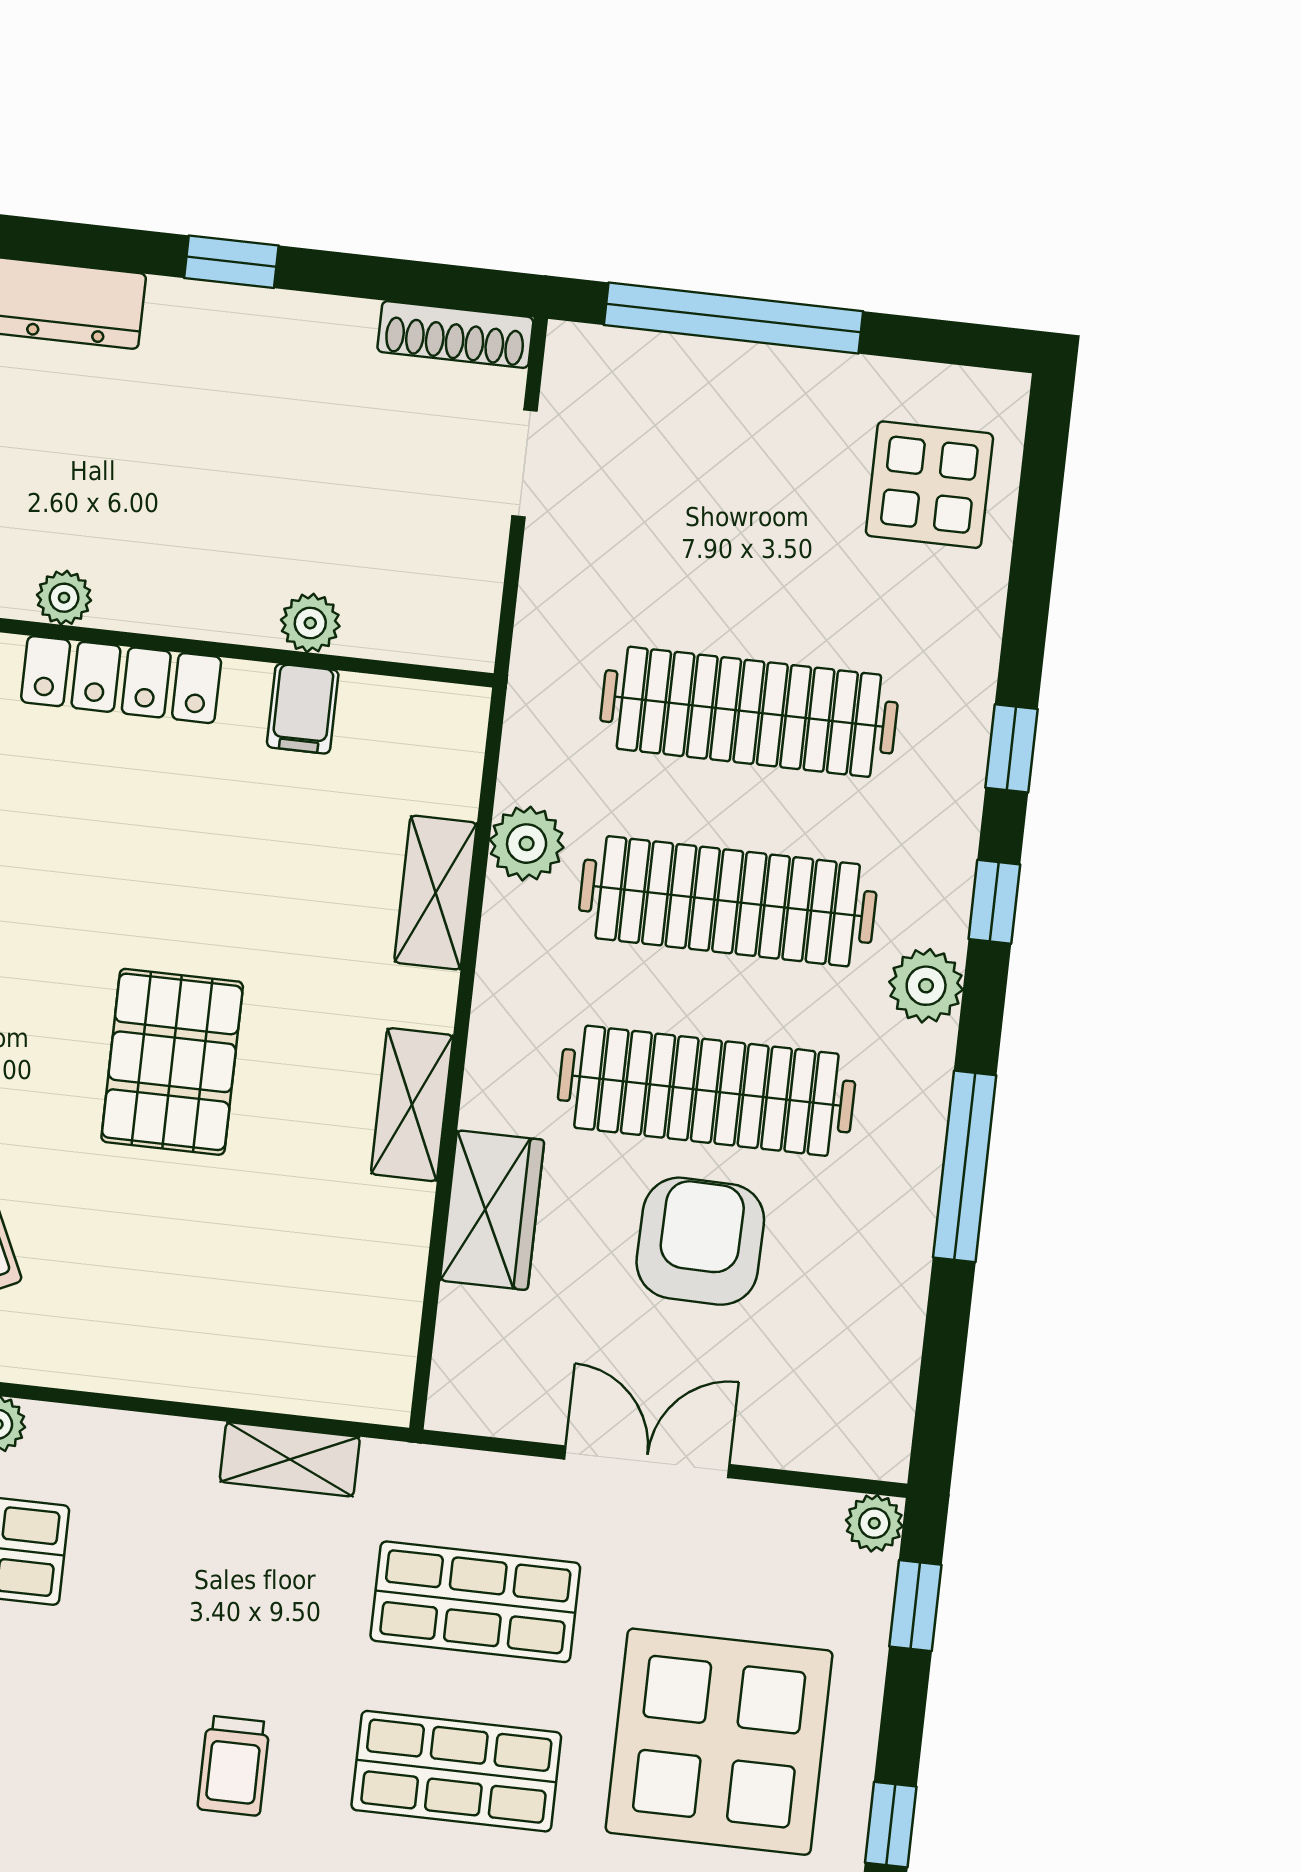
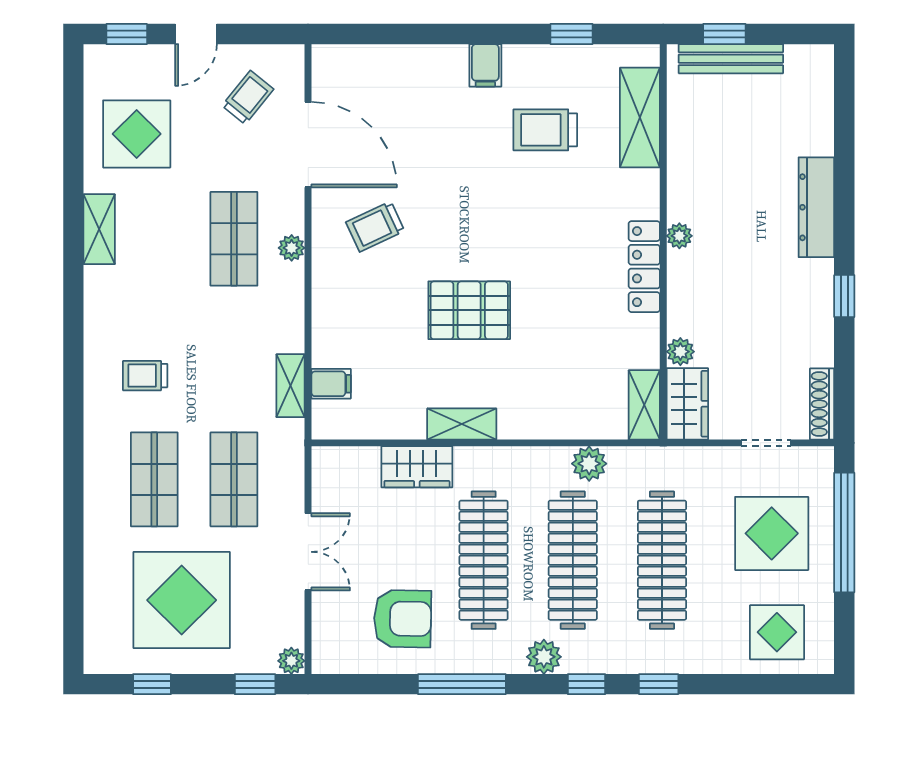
display table: (718, 472) -> (772, 533), added
wardrobe: (423, 621) -> (687, 404), added
filing cabinet: (303, 709) -> (331, 384), moved, turned 180
shelving: (436, 893) -> (644, 405), moved, turned 90
armchair: (700, 1241) -> (403, 619), moved

